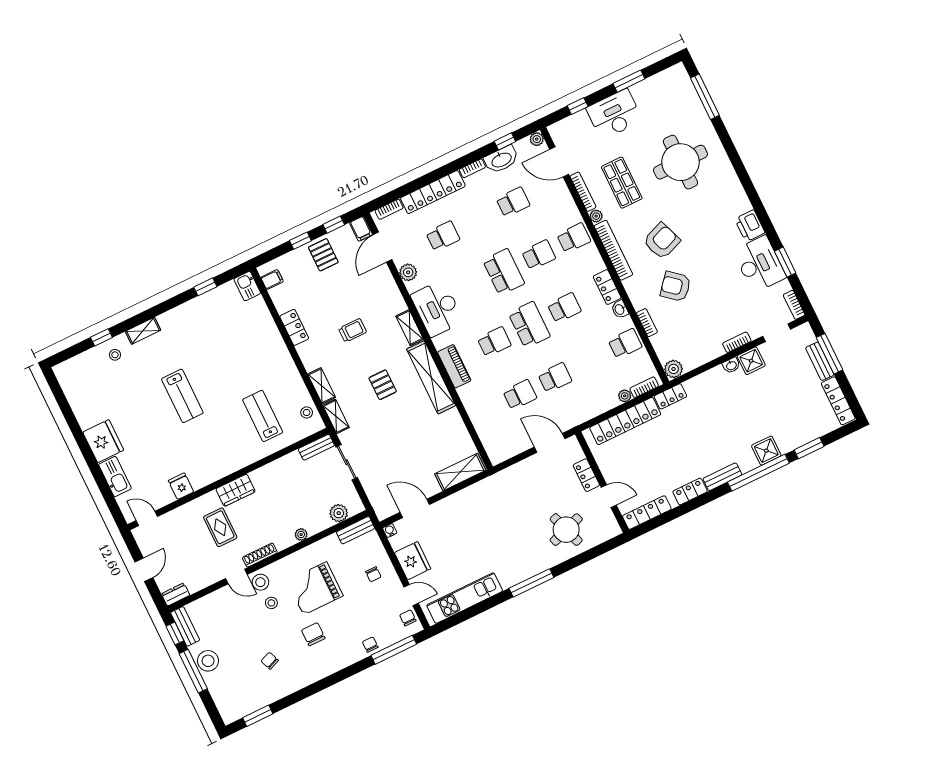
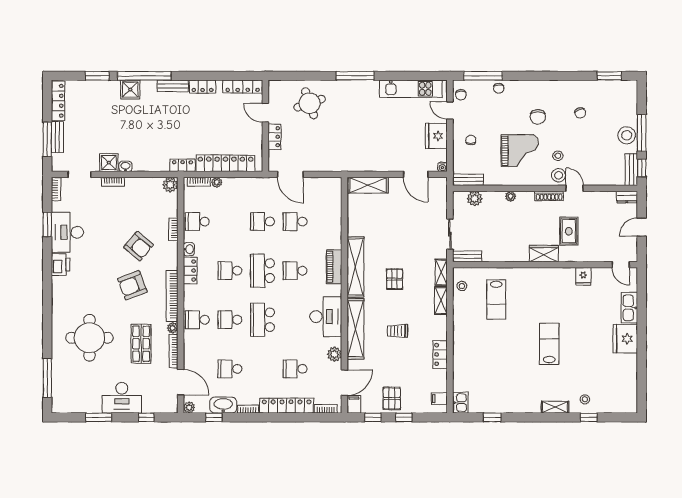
shelving: (410, 328) -> (356, 329), width x2.20, depth x1.33

